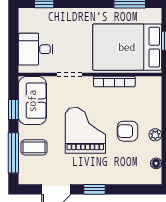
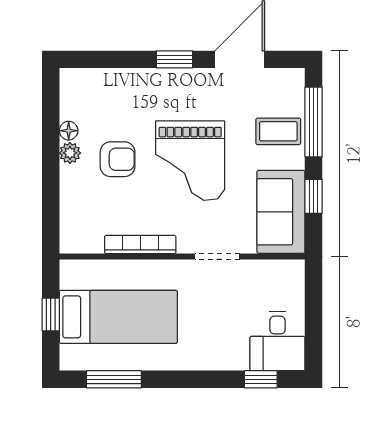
bed: (127, 47) -> (118, 317), width x0.67
desk: (36, 49) -> (277, 341), moved, turned 90
floor lamp: (156, 163) -> (69, 131), moved

